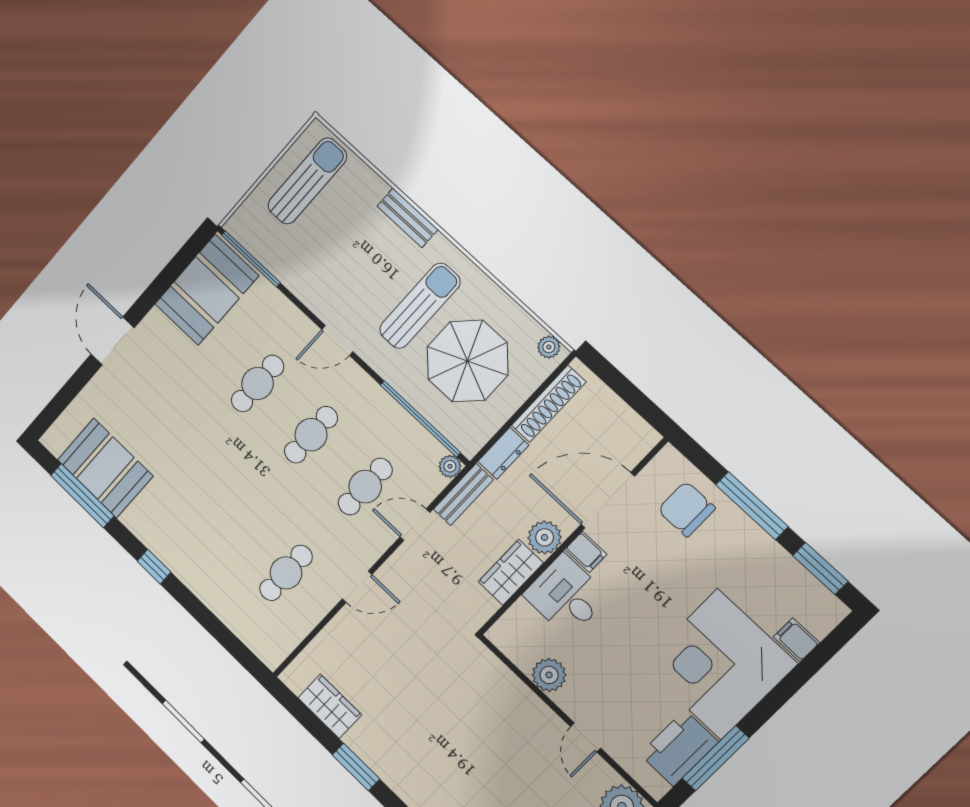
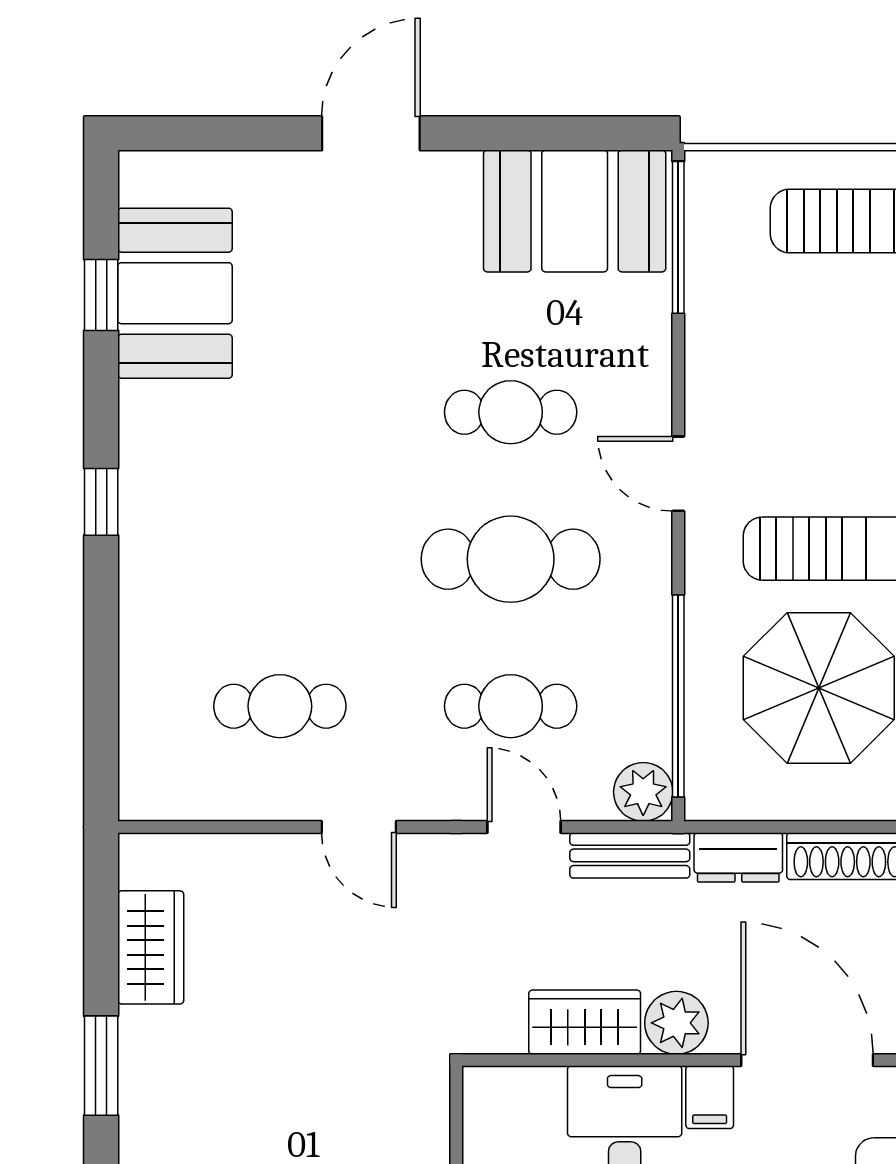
cafe table: (311, 435) -> (511, 559), width x1.37, depth x1.35
plant: (450, 466) -> (643, 792), width x1.38, depth x1.38
window: (82, 496) -> (101, 295), width x0.46

